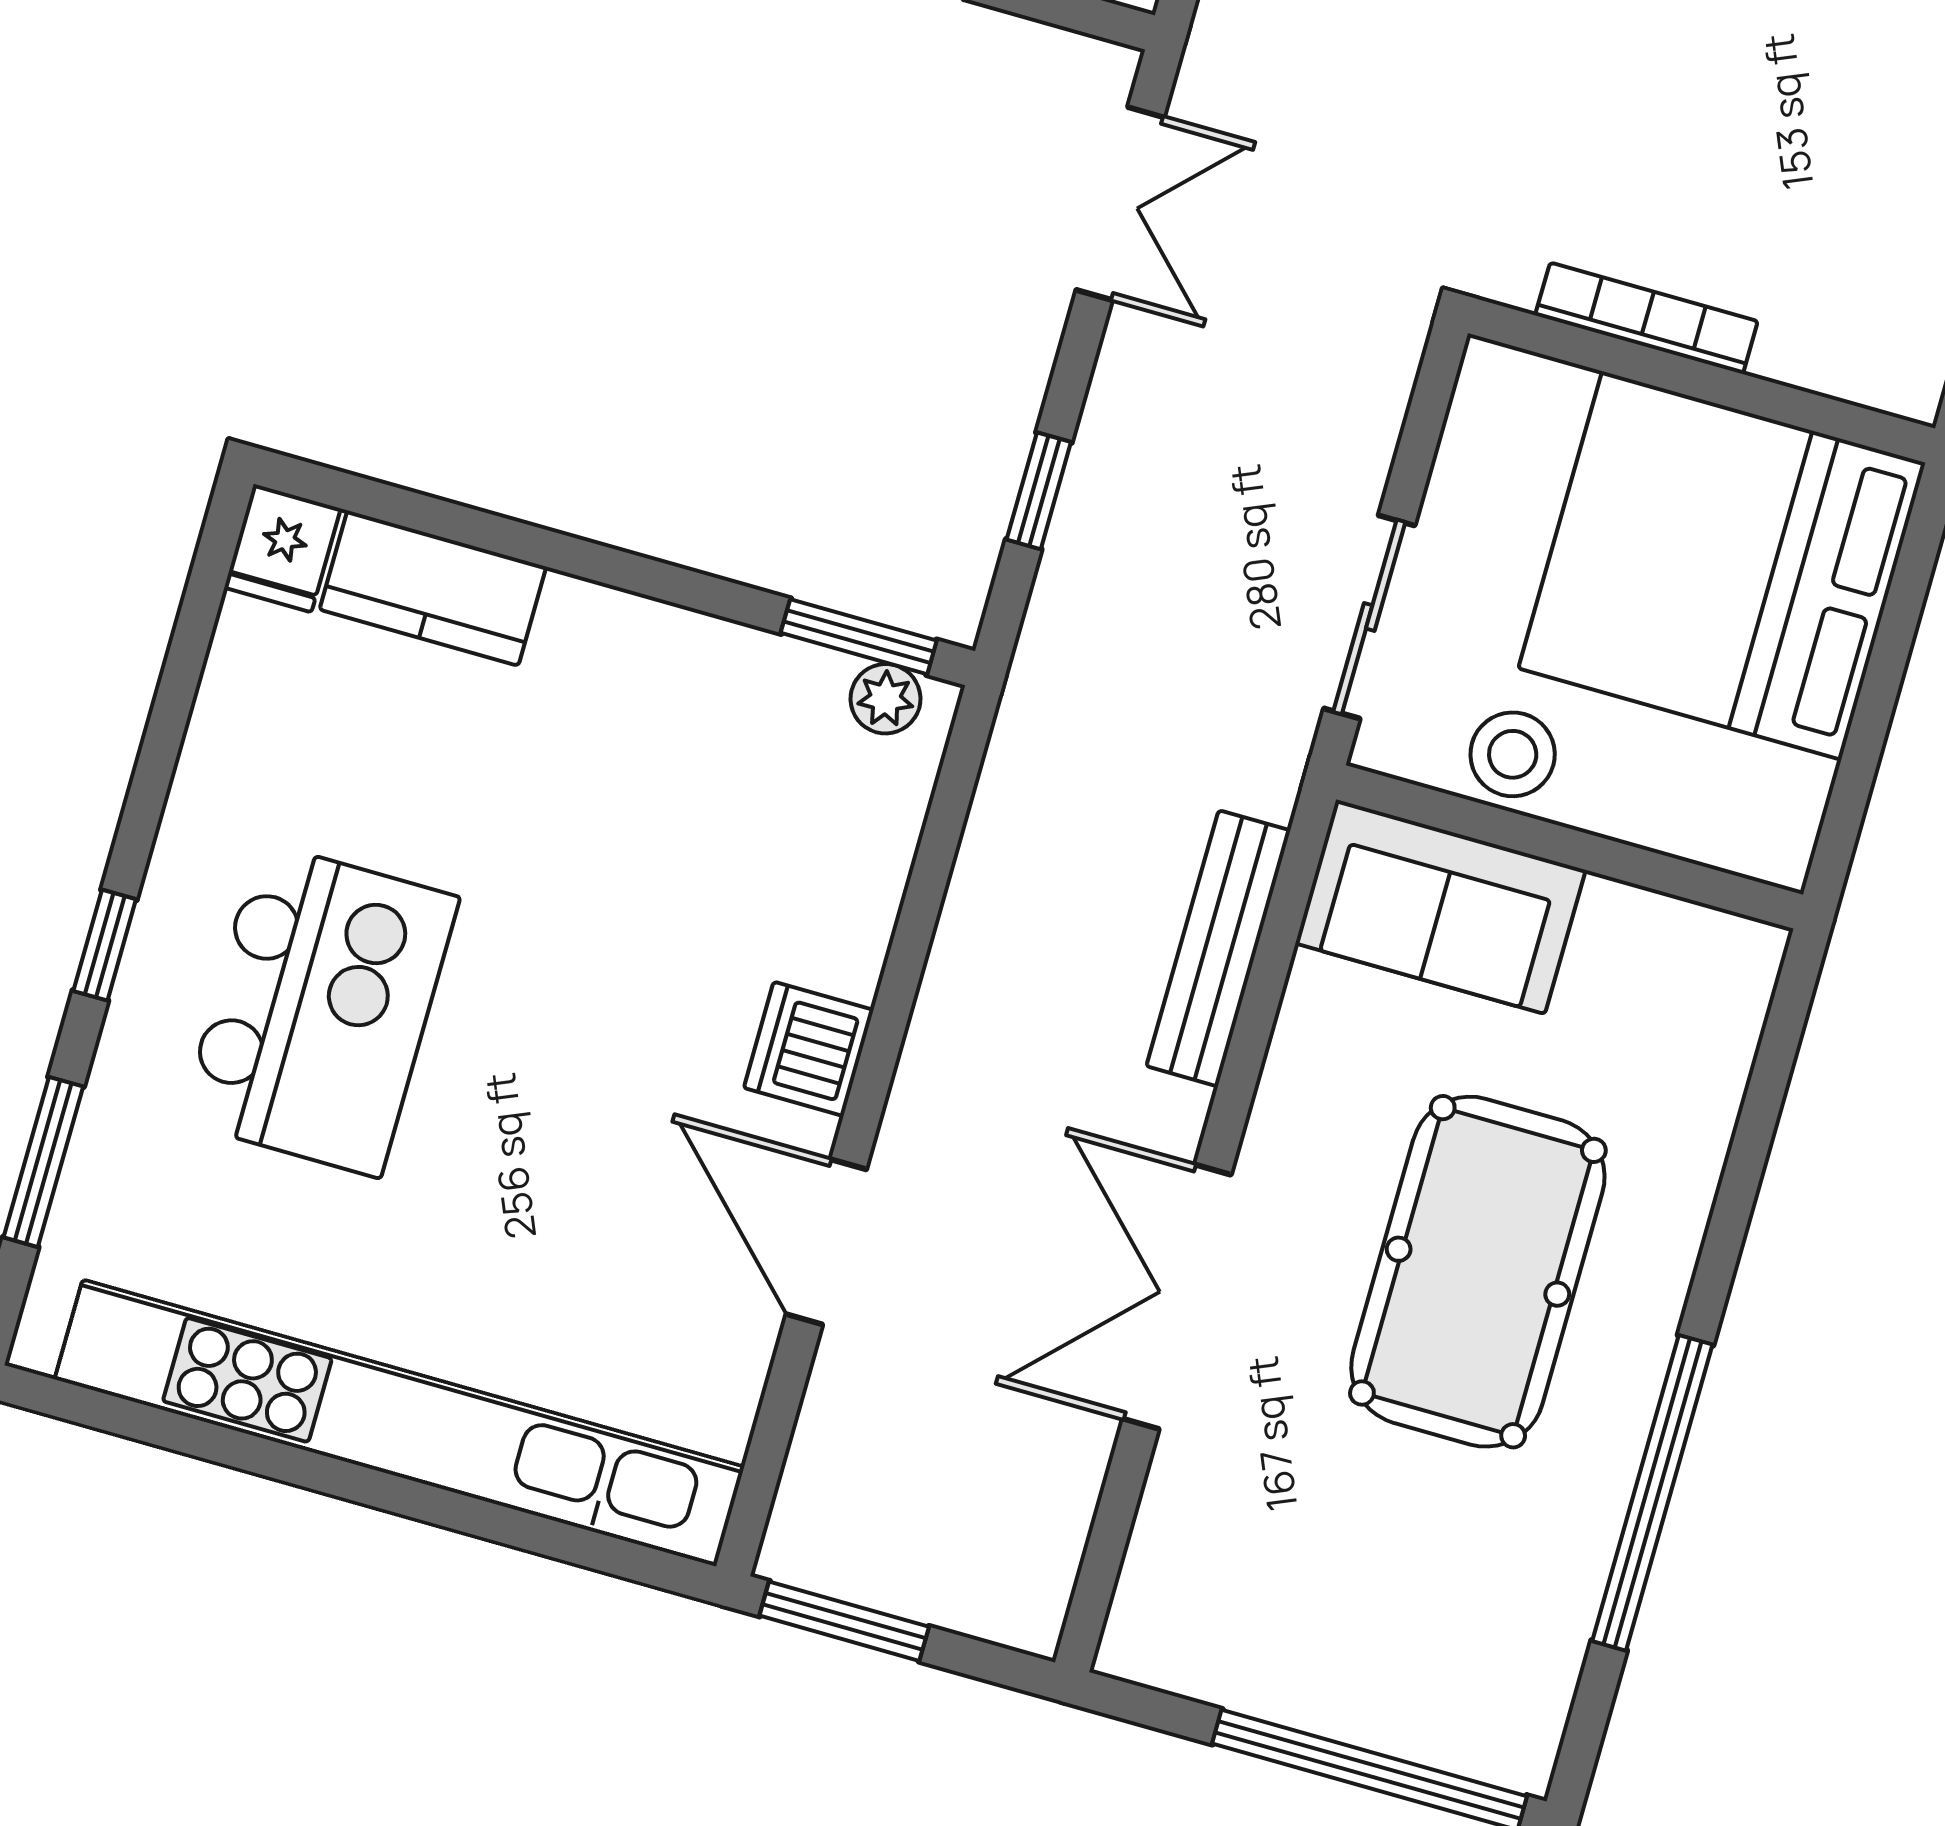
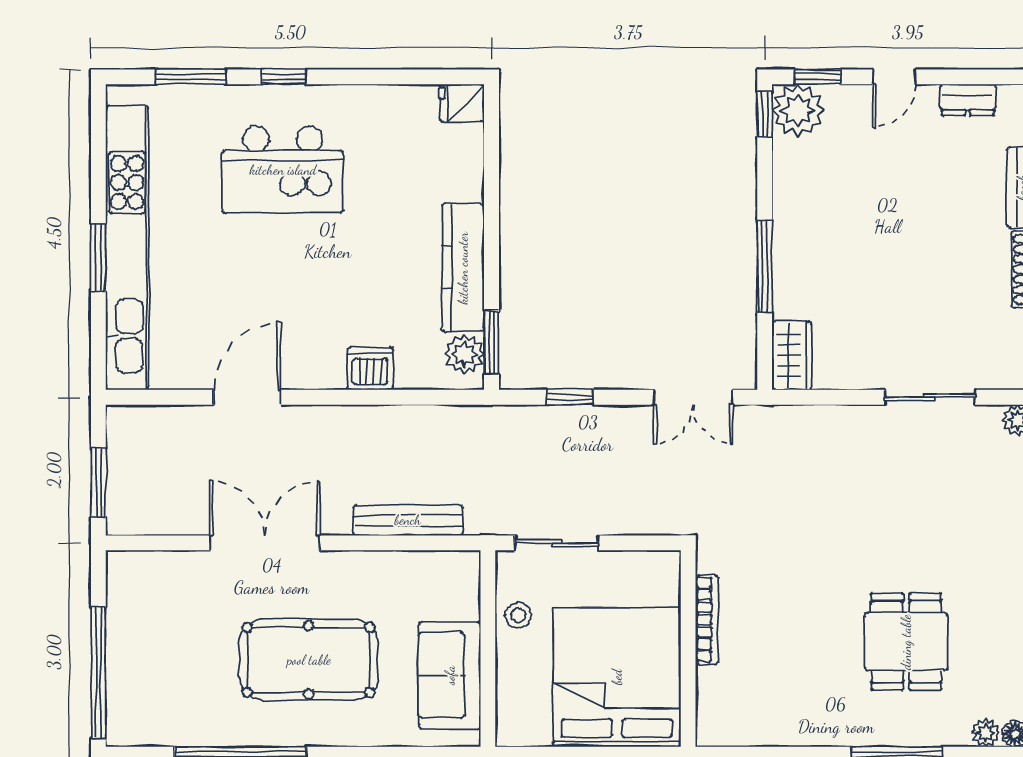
kitchen counter: (433, 588) -> (463, 268), moved, width x1.50
plant: (885, 699) -> (464, 354), width x1.38, depth x1.38
stool: (1513, 754) -> (518, 615), width x0.73, depth x0.73
sofa: (1440, 907) -> (450, 675), moved
dishwasher: (809, 1049) -> (370, 368), moved
window: (403, 1496) -> (98, 258), added
window: (844, 1621) -> (98, 482), moved

